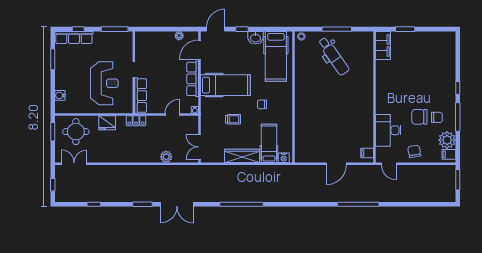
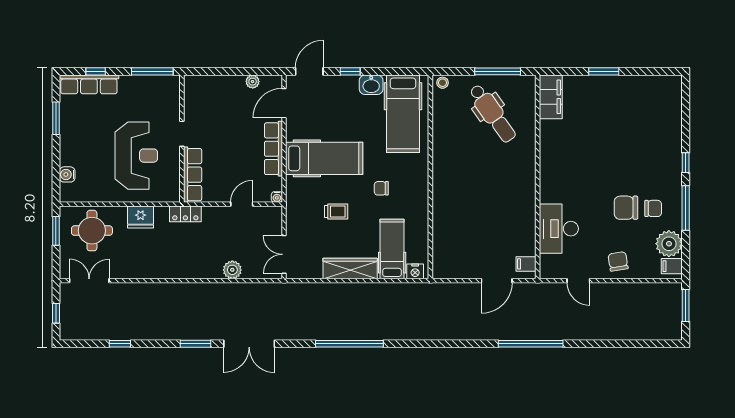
filing cabinet: (383, 46) -> (551, 97), moved
wall: (375, 97) -> (538, 177), moved
desk: (388, 130) -> (559, 229), moved
filing cabinet: (367, 153) -> (526, 264), moved

